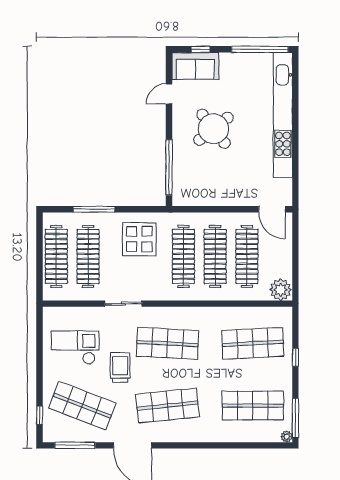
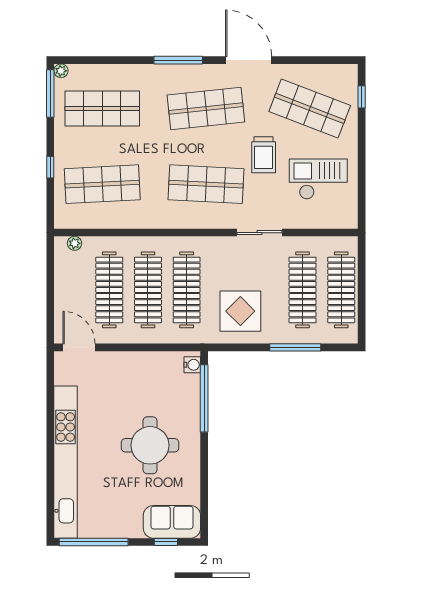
door: (169, 94) -> (204, 488), removed
round table: (214, 129) -> (150, 445), turned 38
water cooler: (179, 195) -> (192, 365), added
plant: (281, 290) -> (74, 243), width x0.53, depth x0.53
checkout: (75, 348) -> (318, 179), turned 180
window: (75, 445) -> (178, 60), moved

